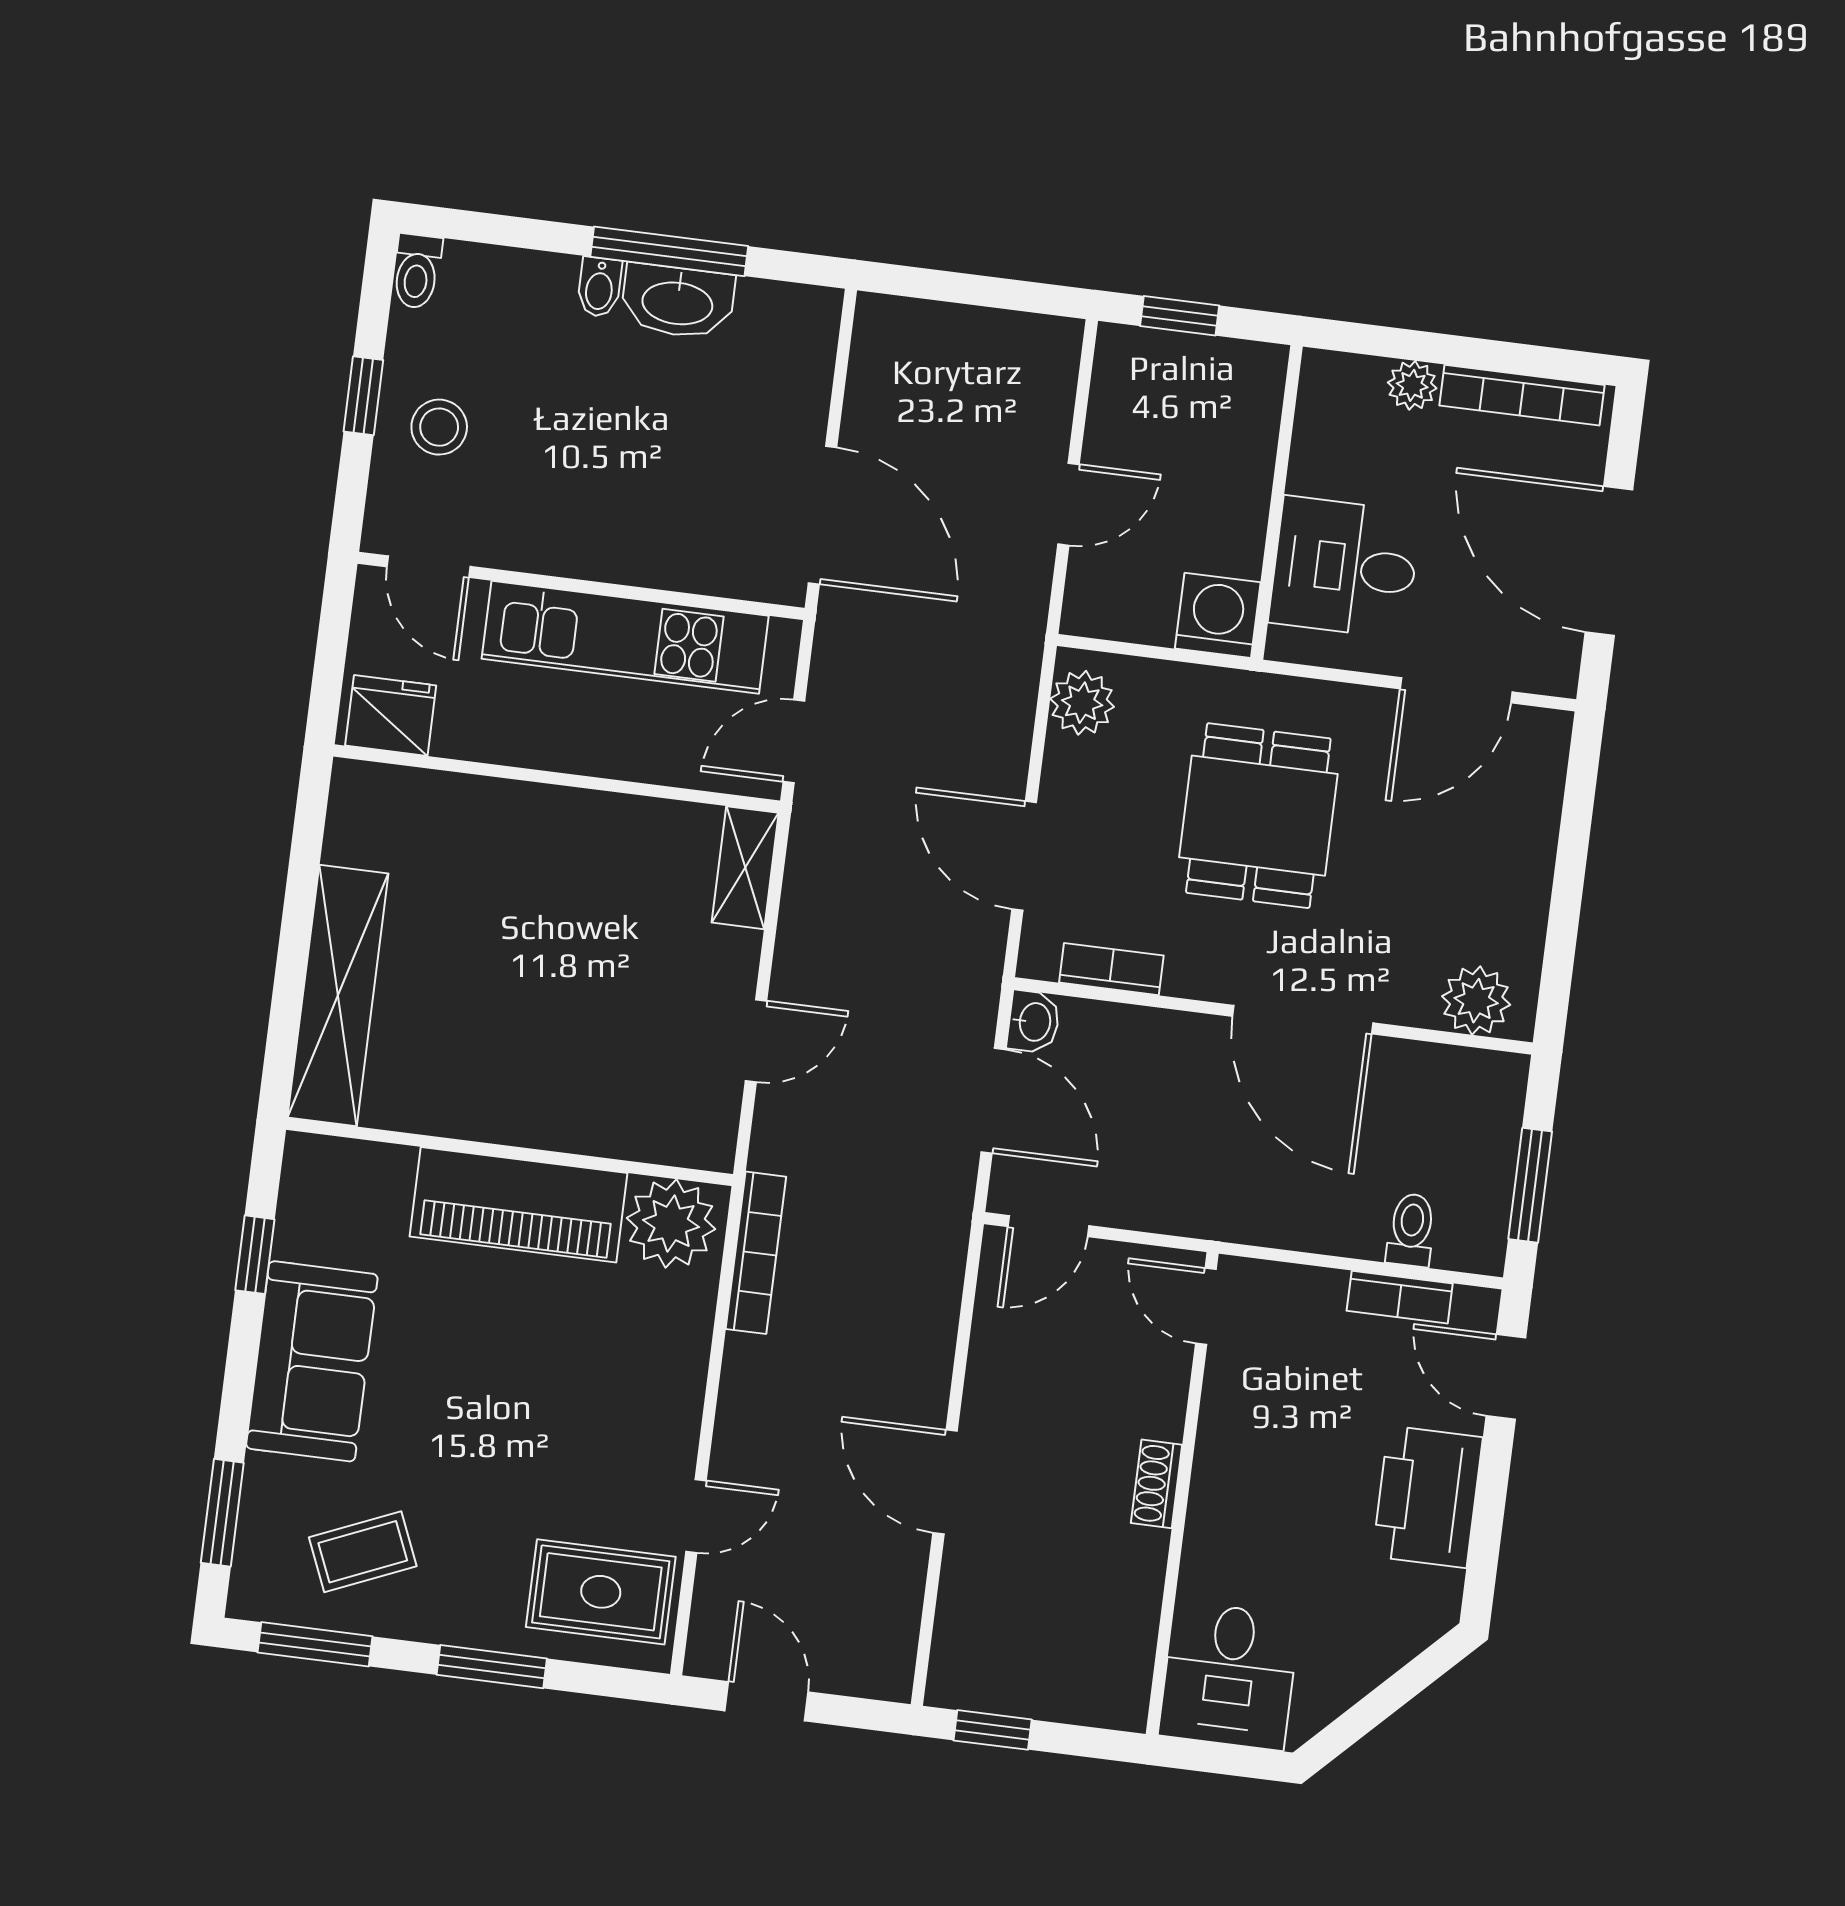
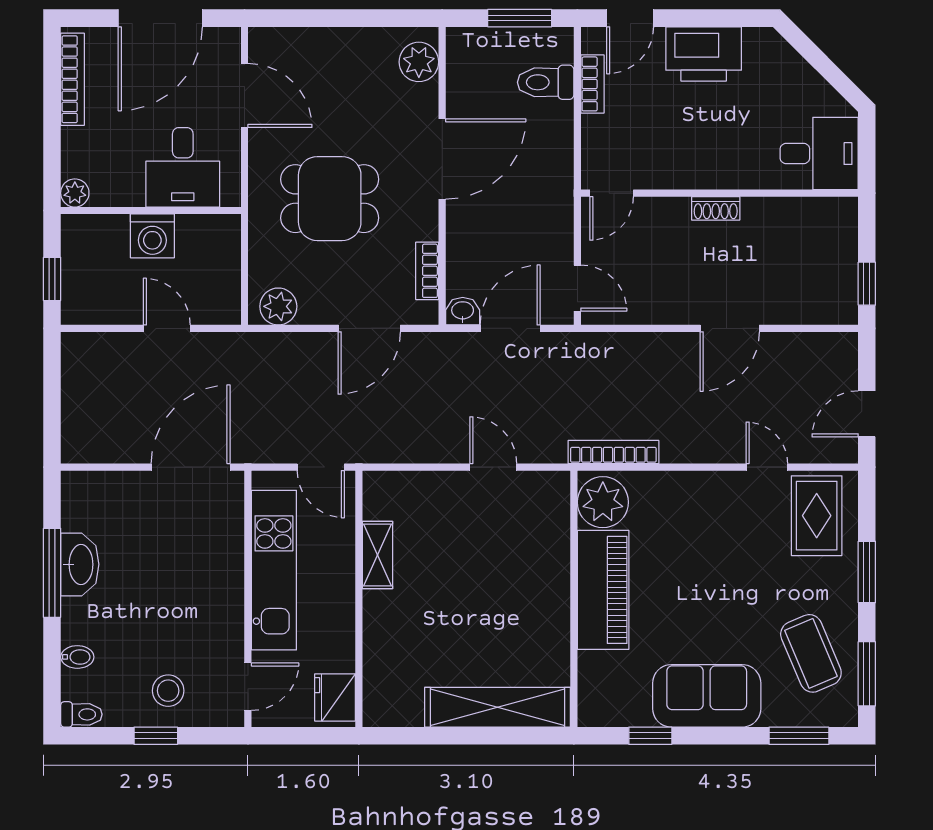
bidet: (599, 287) -> (77, 657), moved
plant: (1412, 385) -> (75, 193), moved
washing machine: (1218, 615) -> (152, 236), moved, turned -90
shelving: (745, 868) -> (377, 555), moved, turned 90
toilet: (1411, 1230) -> (546, 82), width x1.37, depth x1.39
coffee table: (363, 1552) -> (811, 653), width x1.36, depth x1.30

